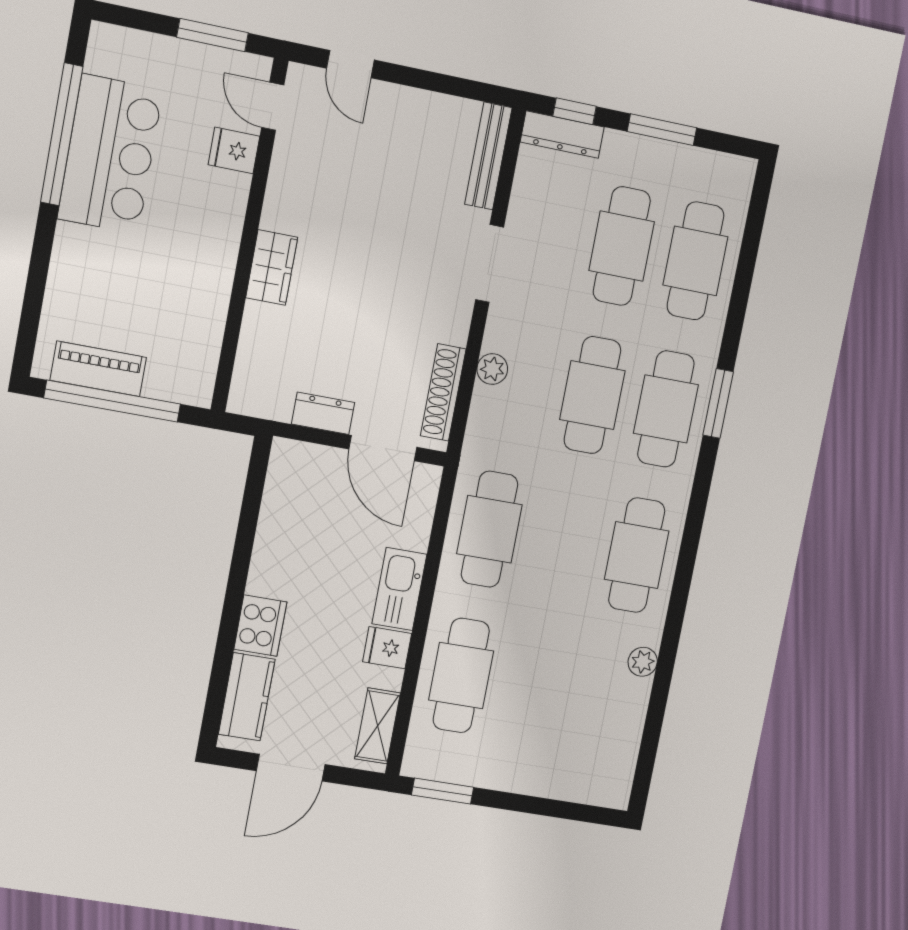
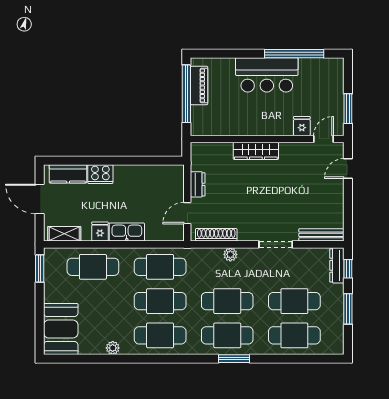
bar counter: (110, 154) -> (267, 75), moved
wardrobe: (272, 267) -> (256, 151), width x1.50
door: (383, 448) -> (187, 213), width x0.73
cafe table: (563, 542) -> (160, 301), added
booth: (581, 766) -> (61, 329), added

